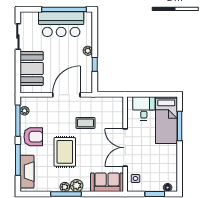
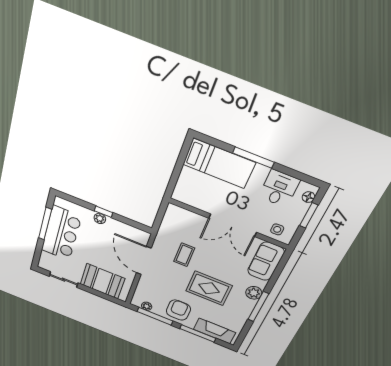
window: (64, 9) -> (45, 224), width x0.68
window: (95, 64) -> (103, 212), moved
desk: (144, 108) -> (279, 188), moved, turned 90
window: (180, 126) -> (253, 158), moved
plant: (65, 187) -> (250, 305), removed

